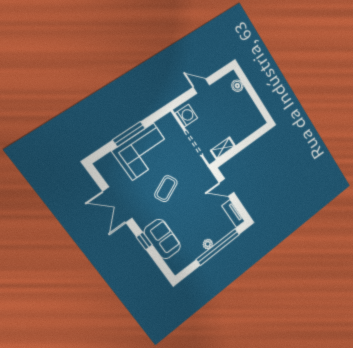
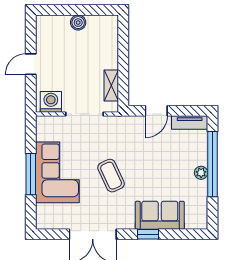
boiler: (237, 86) -> (78, 23), moved

